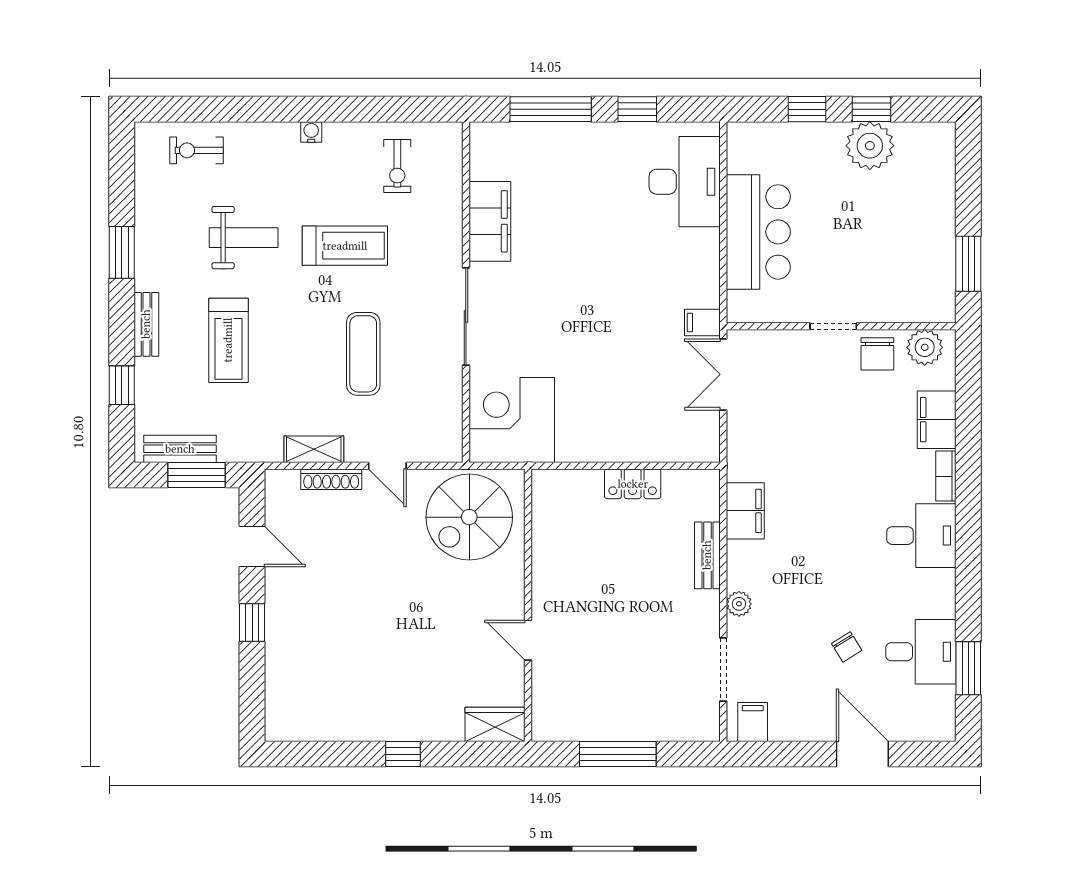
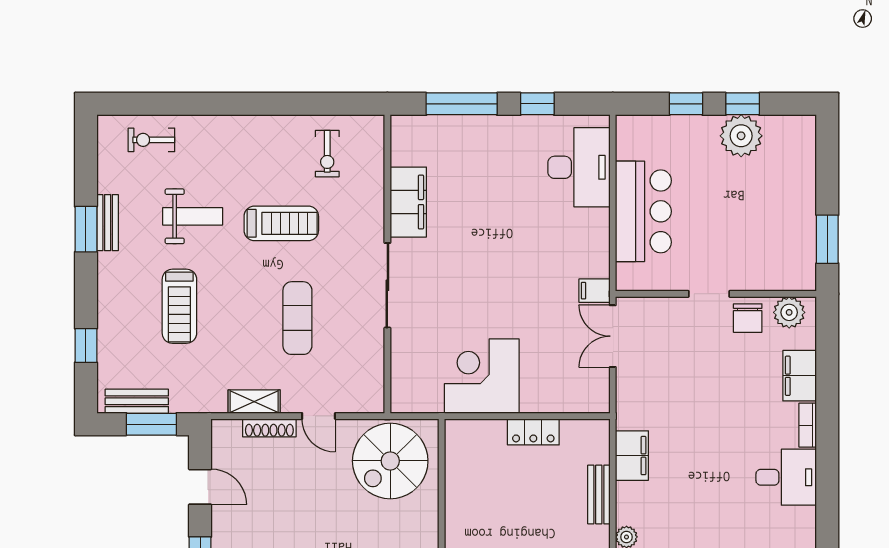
water cooler: (311, 132) -> (252, 124), removed
bench: (146, 324) -> (108, 223), moved
corner desk: (512, 420) -> (482, 376), moved

